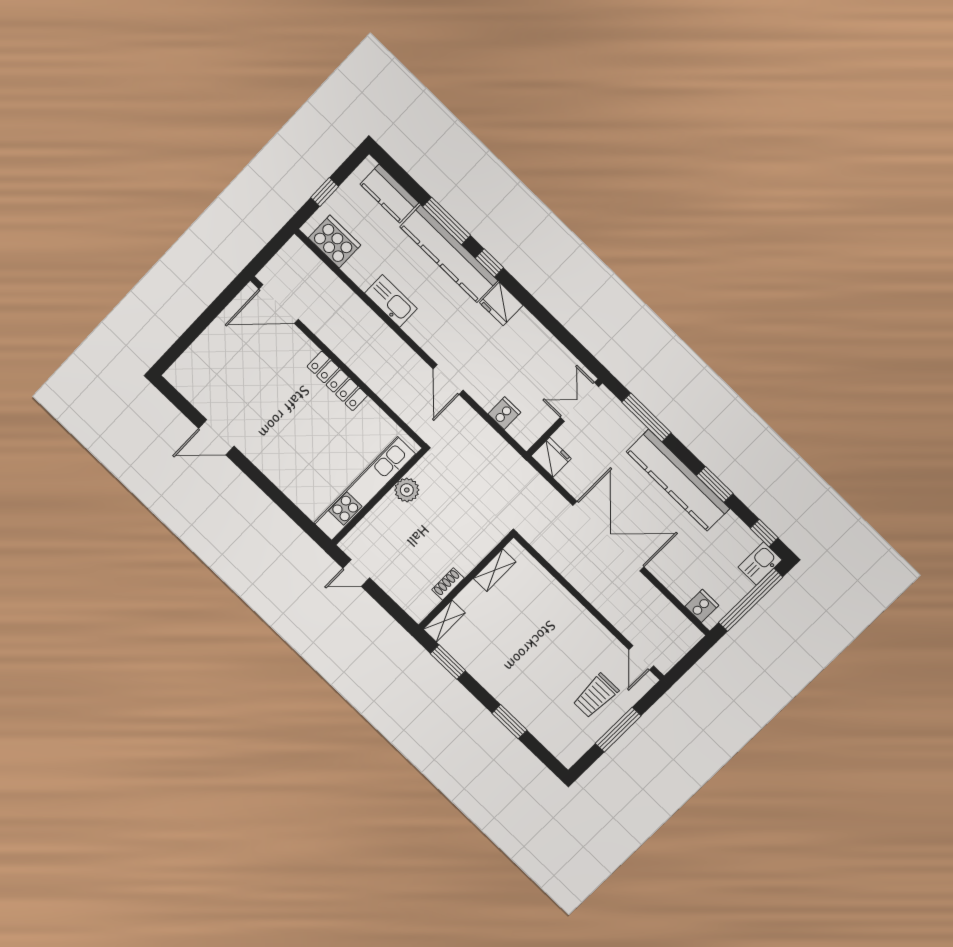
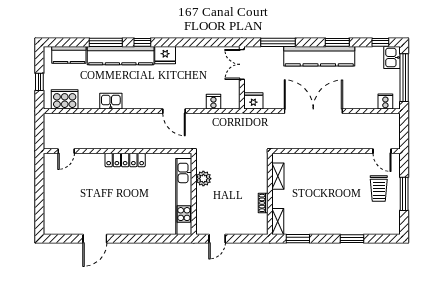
kitchen sink: (391, 301) -> (111, 101), width x0.73
door: (279, 304) -> (66, 151), width x0.53

